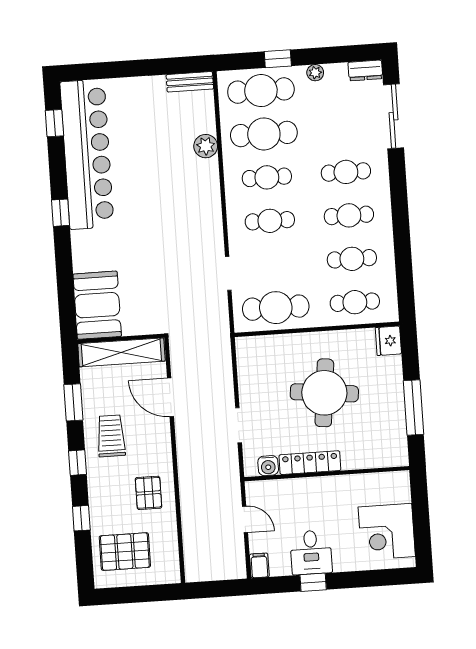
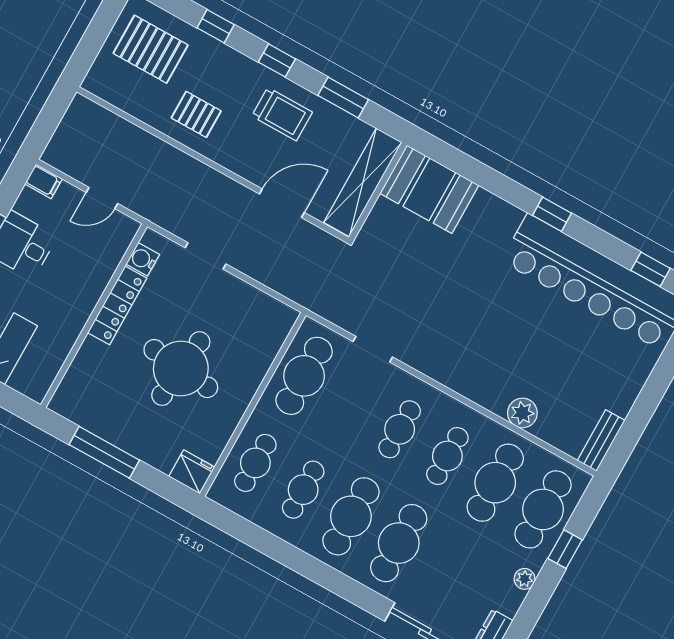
cafe table: (346, 172) -> (399, 543), width x1.37, depth x1.35
cafe table: (349, 215) -> (351, 516), width x1.37, depth x1.35
pallet: (125, 552) -> (151, 49), turned 90

